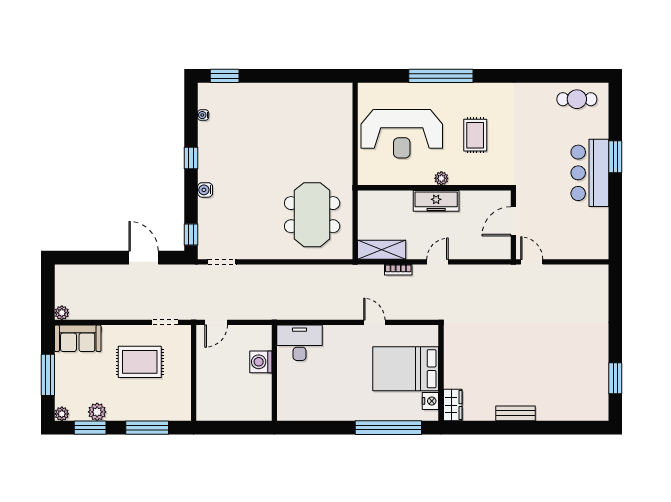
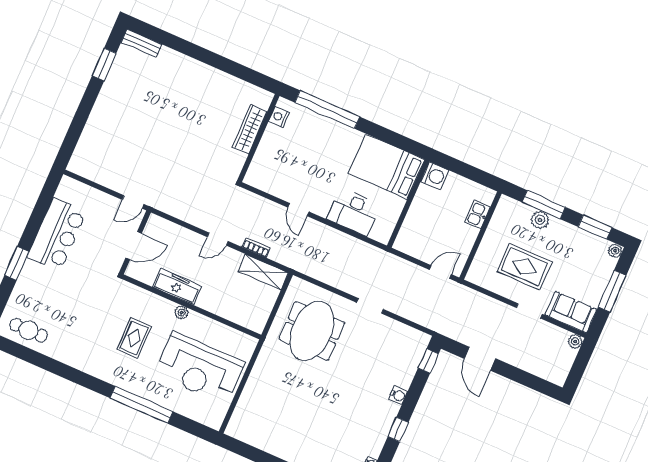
reception desk: (402, 134) -> (199, 368), turned 180
bar counter: (590, 173) -> (57, 234), moved
freezer: (436, 201) -> (177, 287), moved
doorway: (222, 262) -> (370, 306), moved
door: (532, 262) -> (133, 202), hinge flipped
doorway: (165, 322) -> (529, 311), moved
desk: (300, 343) -> (354, 212), moved
washing machine: (261, 362) -> (435, 176), moved
bed: (406, 369) -> (386, 167), moved, turned 180
kitchen sink: (205, 391) -> (477, 215), added
wardrobe: (453, 405) -> (250, 129), moved, width x1.50
plant: (97, 412) -> (540, 220), moved
bench: (515, 413) -> (142, 43), moved

